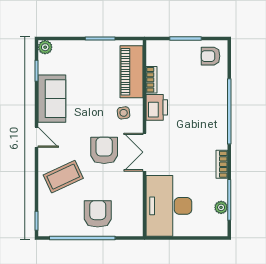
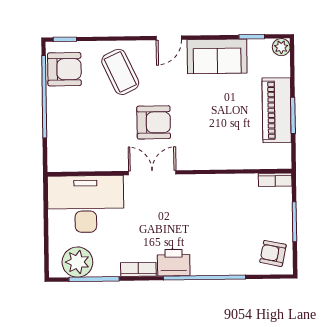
armchair: (211, 56) -> (273, 253), turned -78
piano: (132, 72) -> (277, 110), moved, turned -90
bookcase: (151, 80) -> (275, 180), moved
printer: (157, 107) -> (174, 263), moved, turned 180
side table: (124, 113) -> (201, 146), removed
plant: (221, 207) -> (77, 262), width x1.87, depth x1.87
armchair: (98, 214) -> (64, 69), moved

